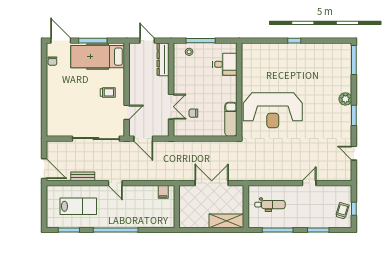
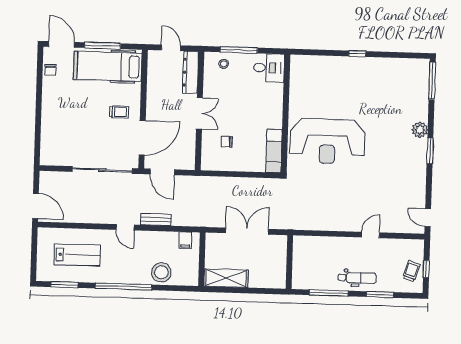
desk: (225, 64) -> (269, 68), moved
double door: (171, 107) -> (199, 113), moved
door: (127, 112) -> (142, 138), width x1.87
door: (354, 153) -> (428, 218), moved
bench: (83, 176) -> (156, 220), moved
dental chair: (270, 205) -> (357, 278), moved
stool: (145, 218) -> (161, 272), added
shelving: (226, 221) -> (226, 278), moved

